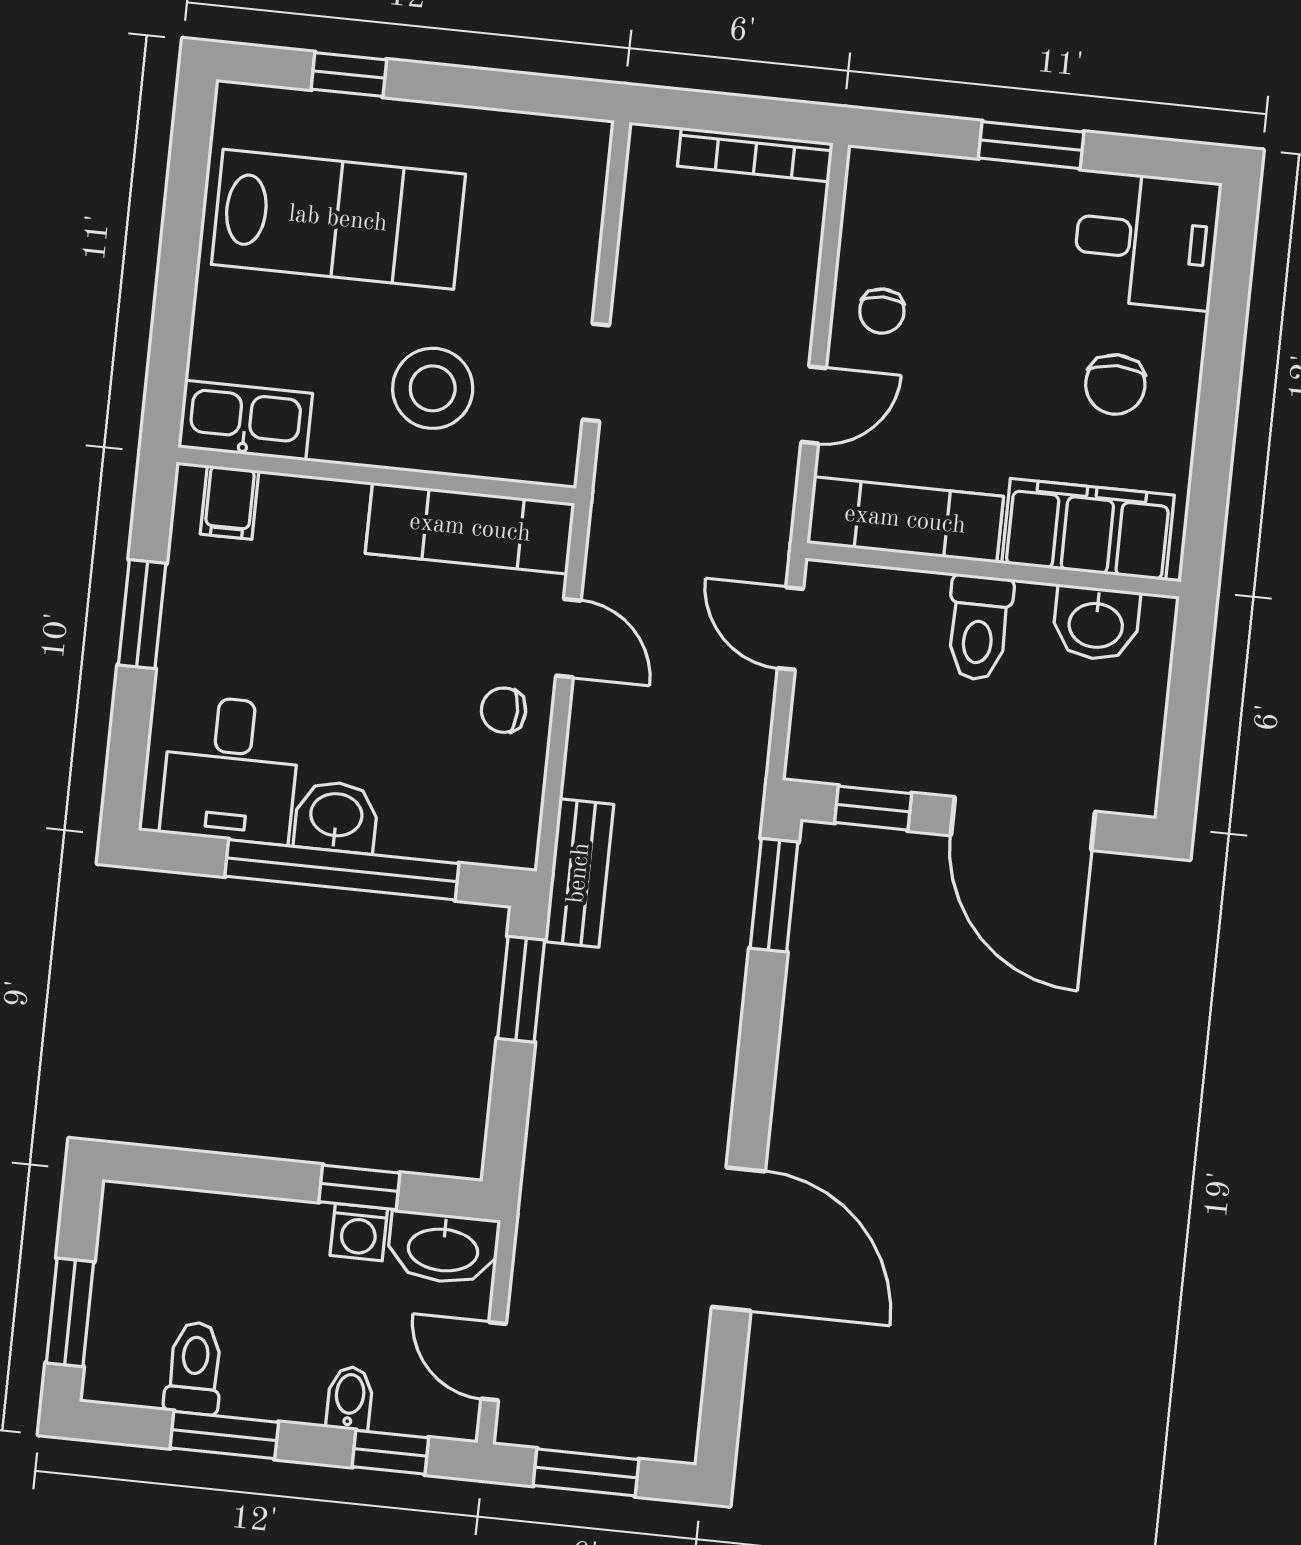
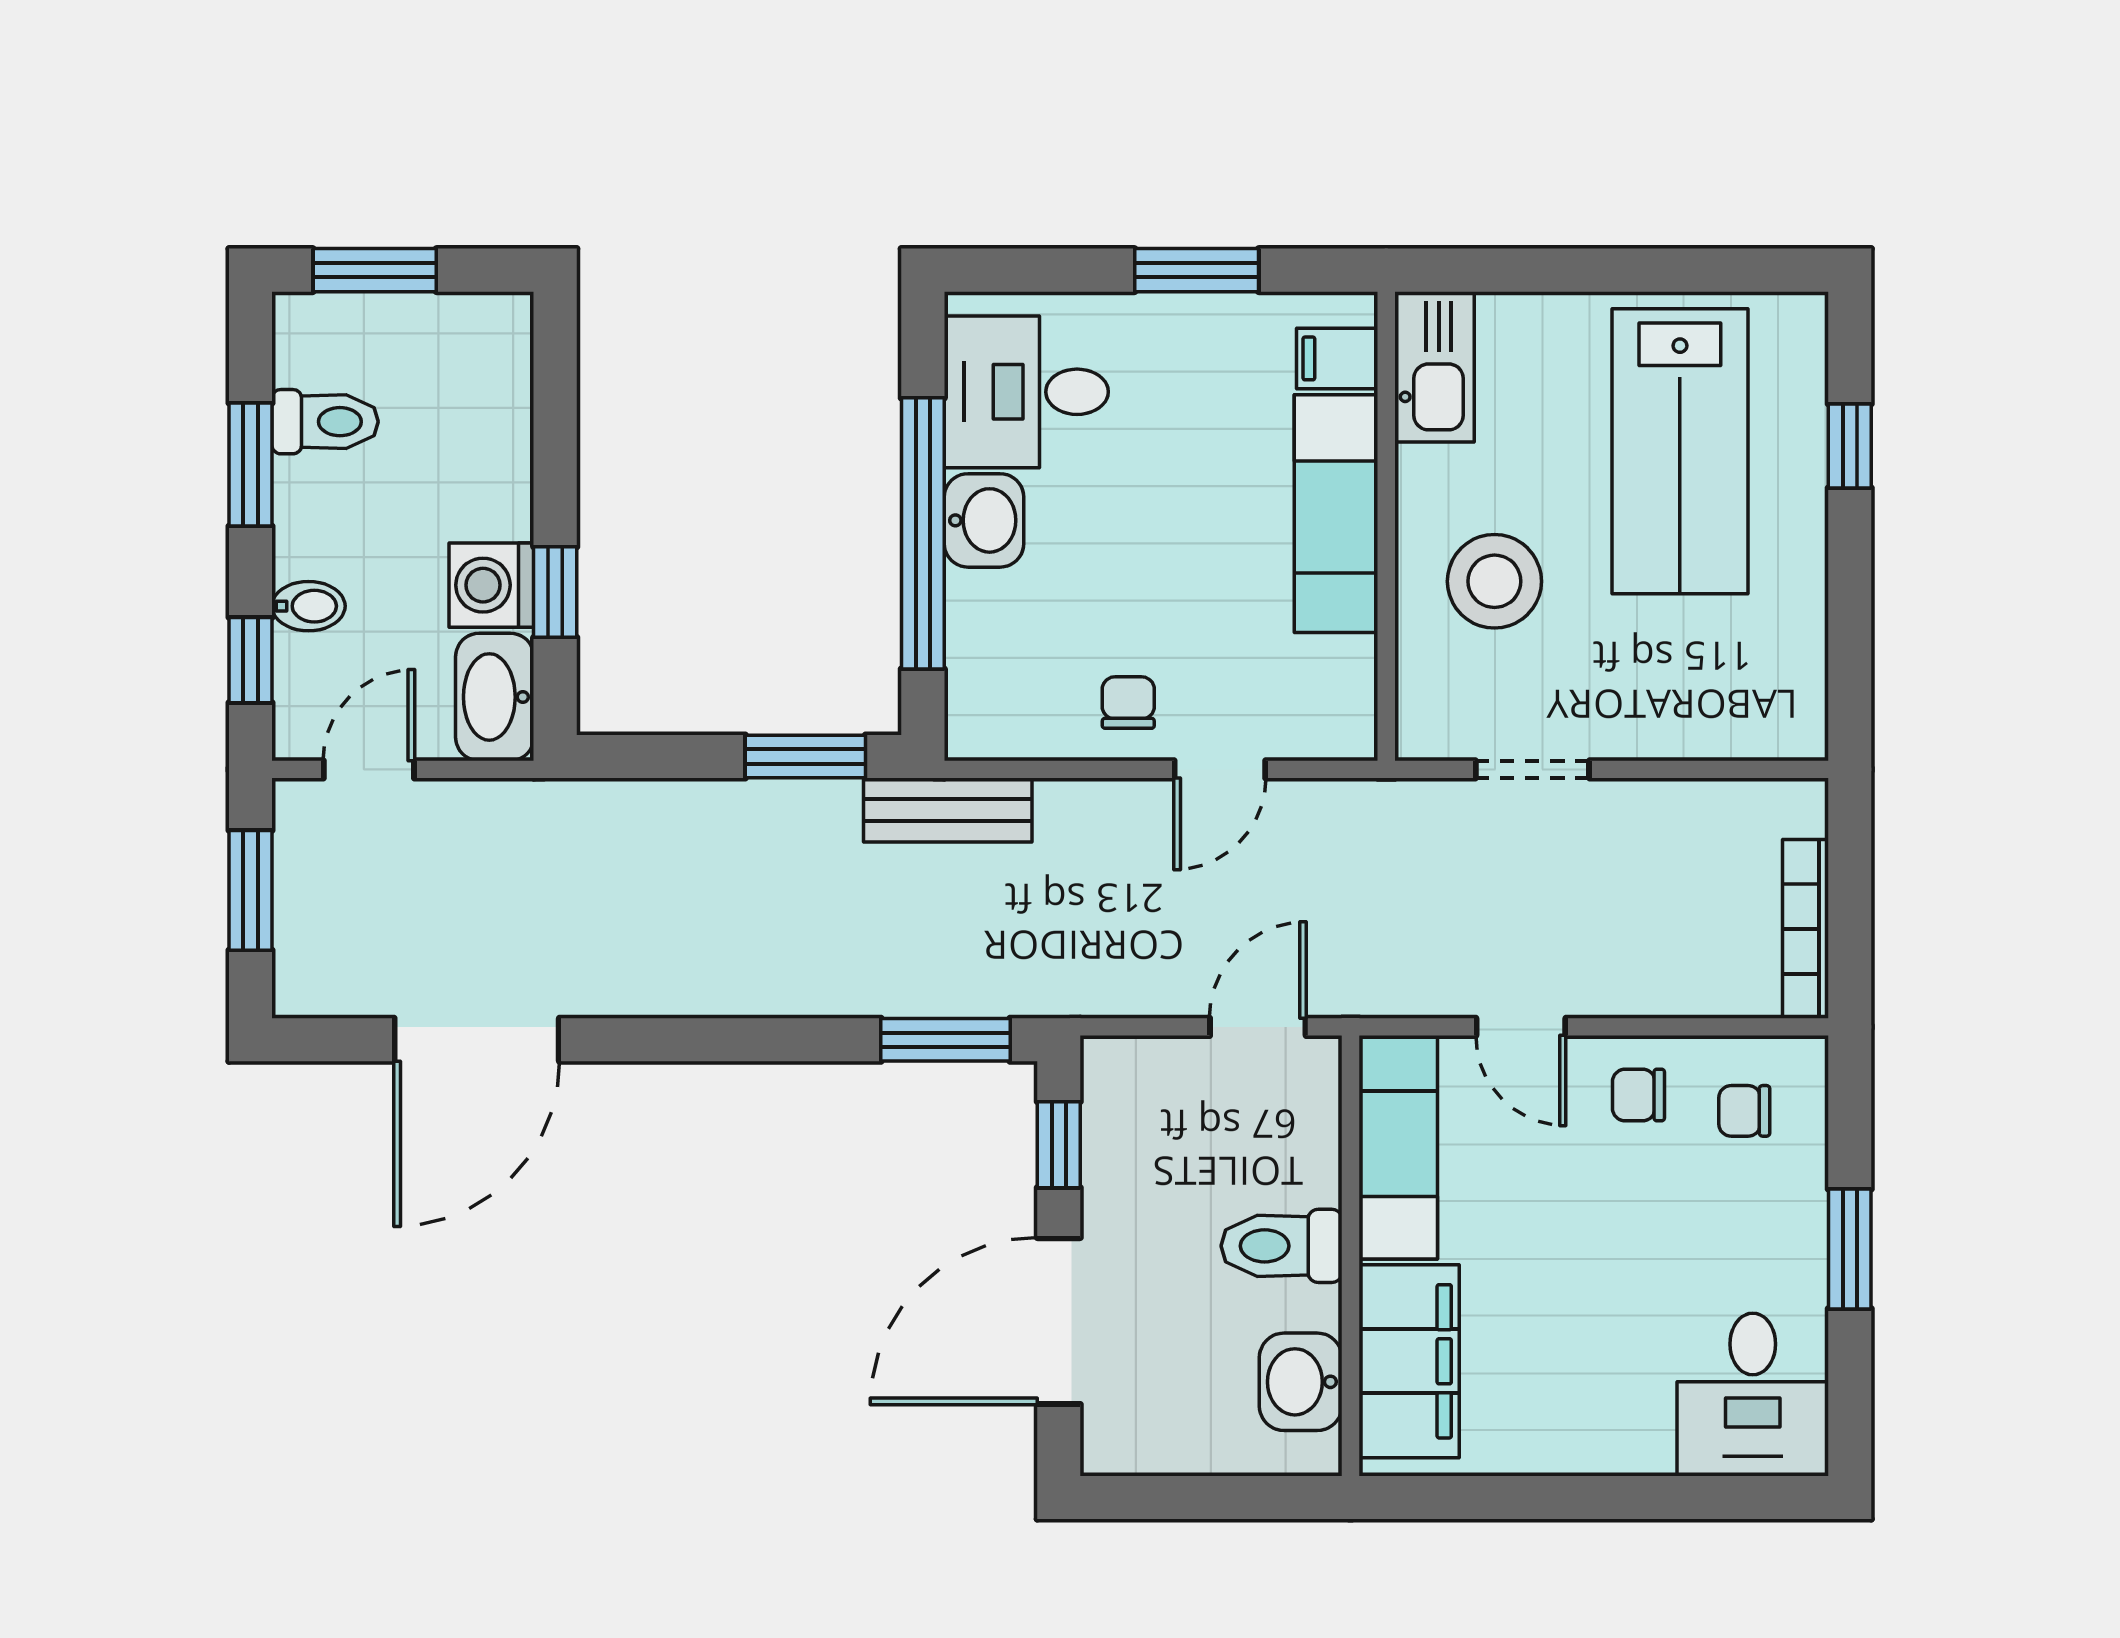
chair: (1115, 385) -> (1744, 1111), moved, width x0.73, depth x0.73
exam couch: (470, 528) -> (1336, 514), moved
washing machine: (359, 1232) -> (491, 585), width x1.38, depth x1.38
door: (738, 1239) -> (477, 1040), moved

